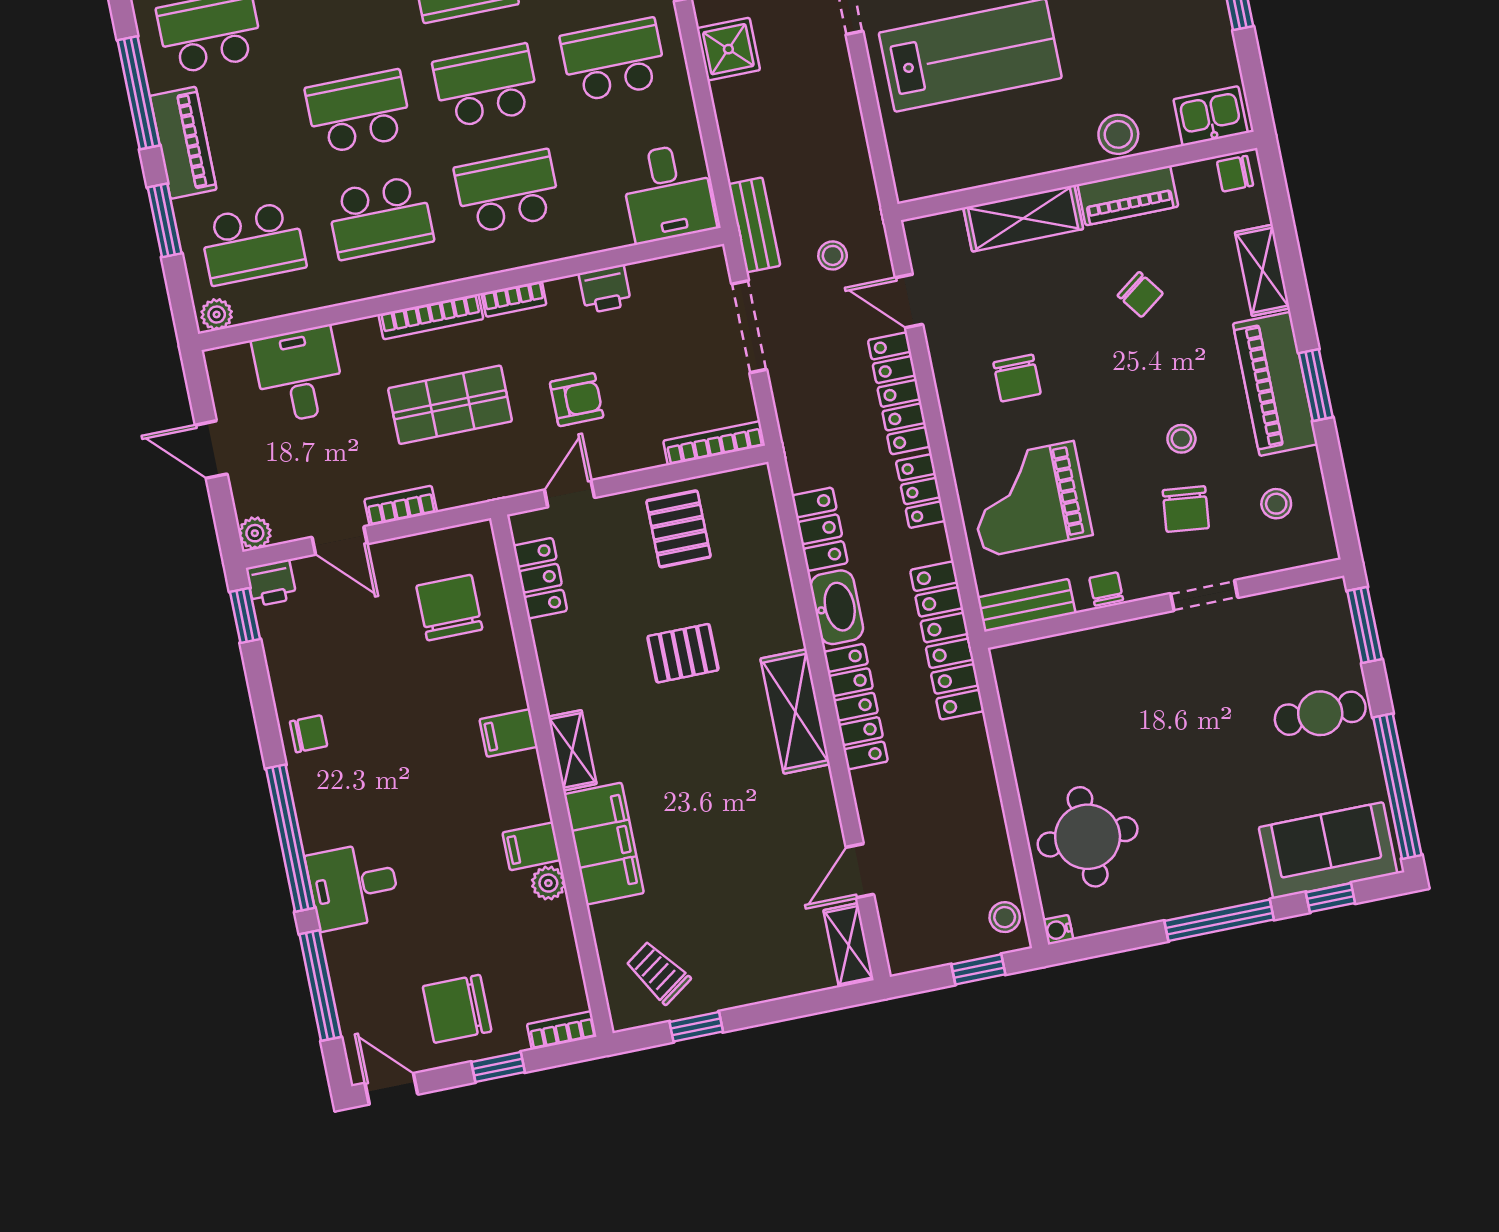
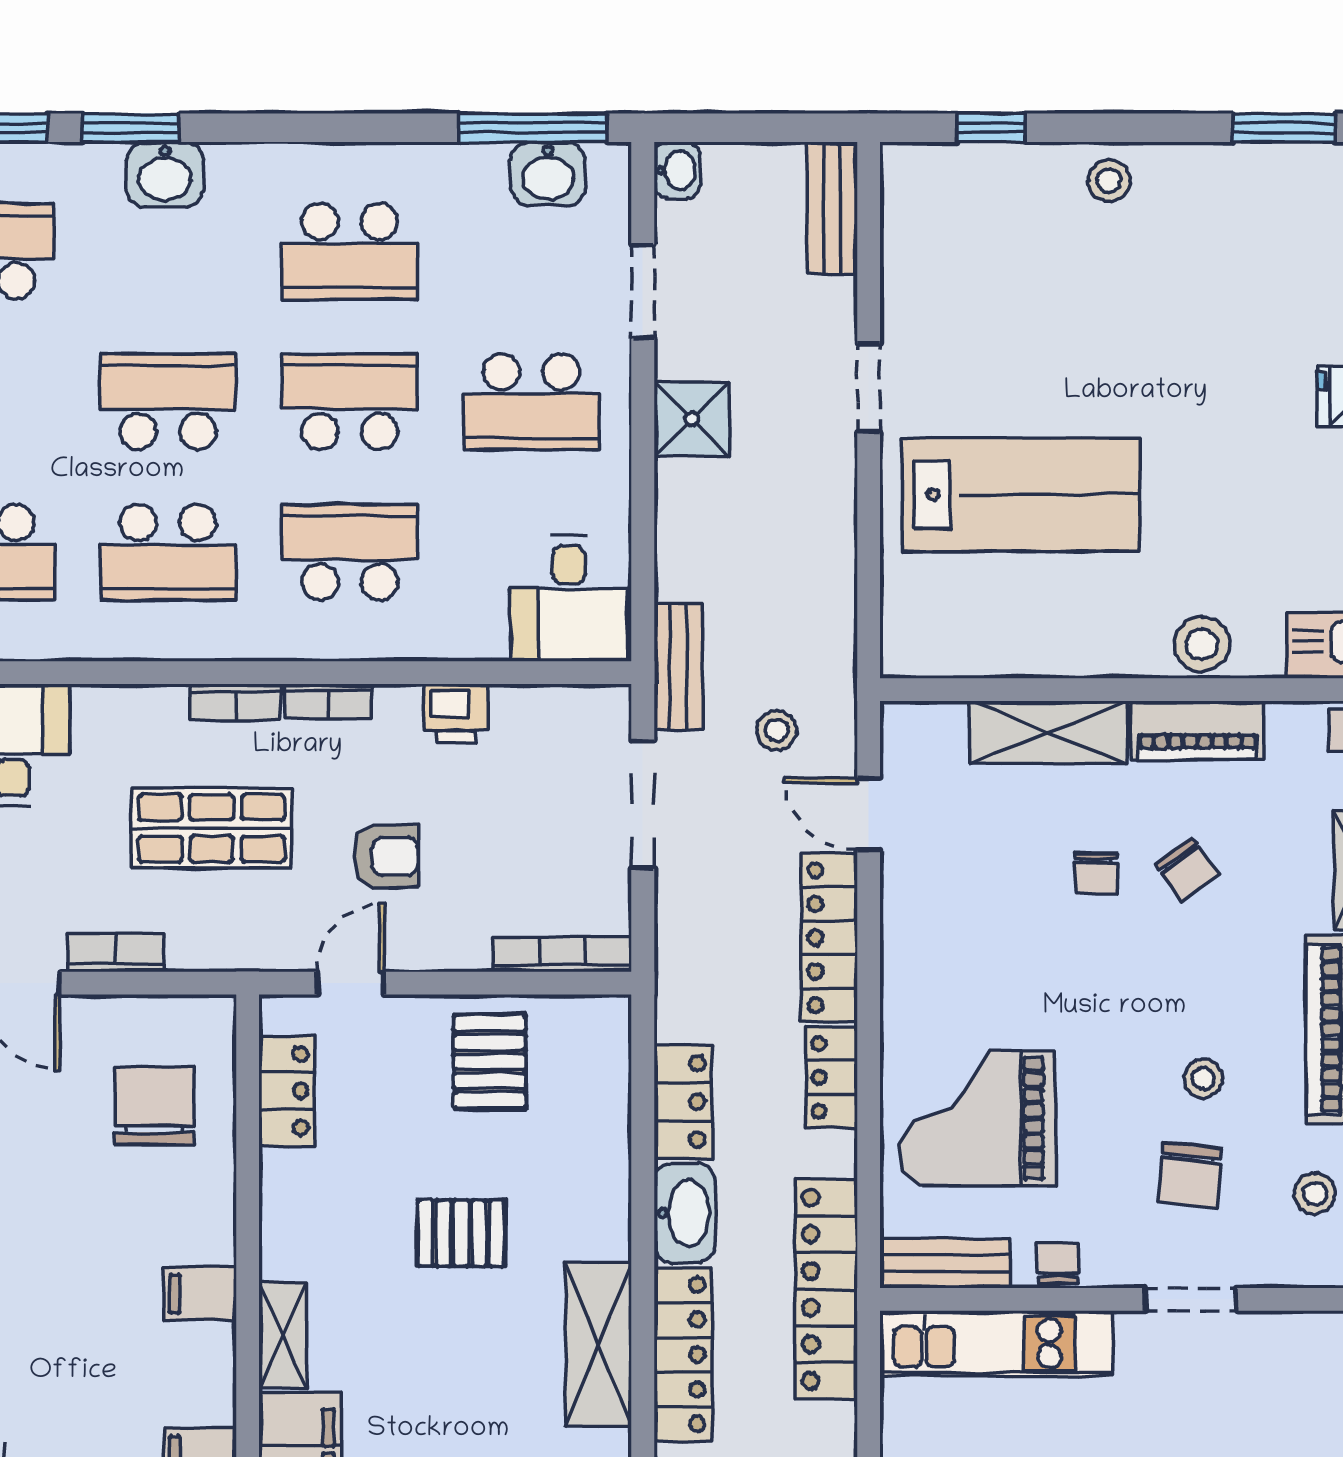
school desk: (614, 60) -> (531, 402), turned 180
bookcase: (431, 317) -> (235, 702), width x0.64
chair: (1017, 378) -> (1096, 873), moved, width x0.73, depth x0.73
kitchen unit: (1074, 654) -> (996, 1343), added

